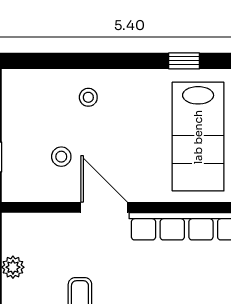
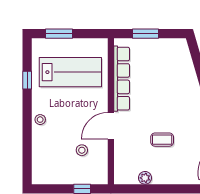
stool: (88, 97) -> (40, 120), moved

